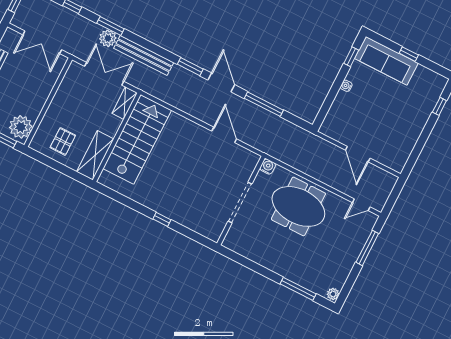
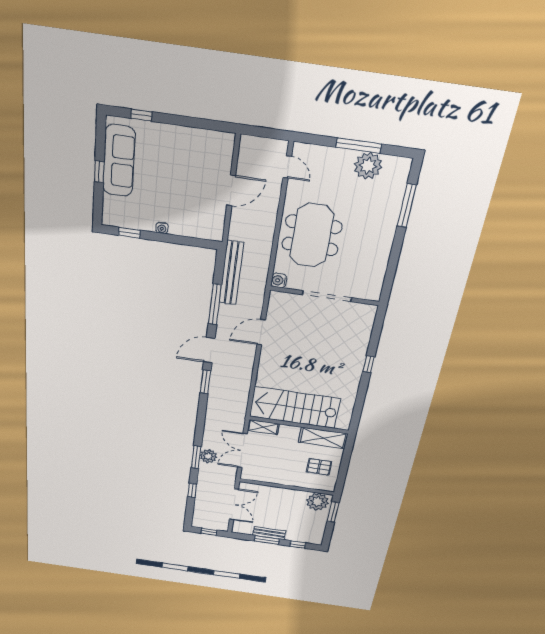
bench: (144, 55) -> (231, 273), moved
sofa: (386, 61) -> (119, 161), moved
window: (367, 248) -> (359, 146), moved
plant: (333, 294) -> (368, 166), moved, width x1.87, depth x1.87

